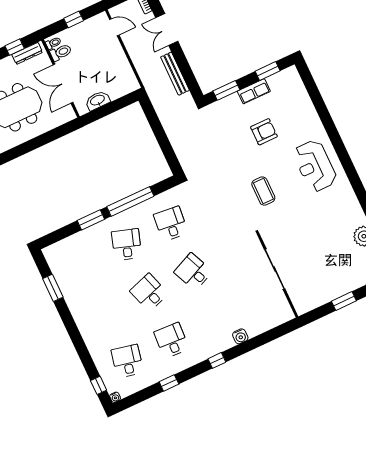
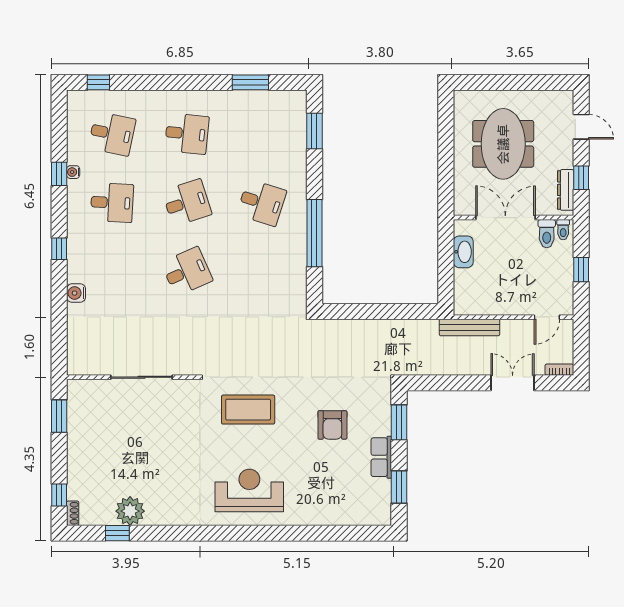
bench: (175, 74) -> (469, 327), moved
armchair: (264, 132) -> (332, 425), moved
coffee table: (263, 191) -> (248, 410), width x1.36, depth x1.32
window: (91, 220) -> (314, 131), moved
desk: (171, 224) -> (187, 134), moved
window: (344, 301) -> (59, 416), moved
water cooler: (115, 397) -> (73, 172), moved

